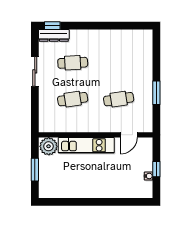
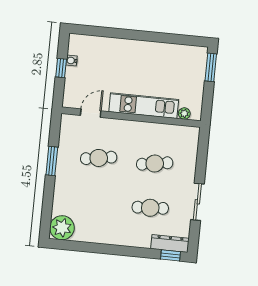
plant: (143, 39) -> (62, 228), added
plant: (49, 146) -> (184, 113), width x0.53, depth x0.53
window: (35, 170) -> (211, 67), moved

